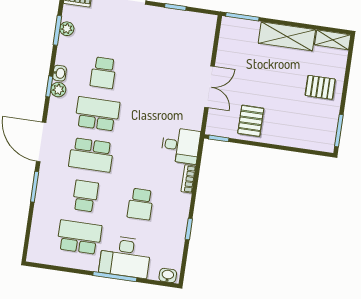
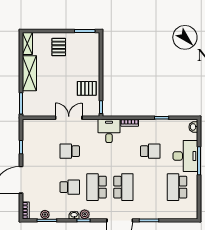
school desk: (85, 196) -> (70, 151), moved

